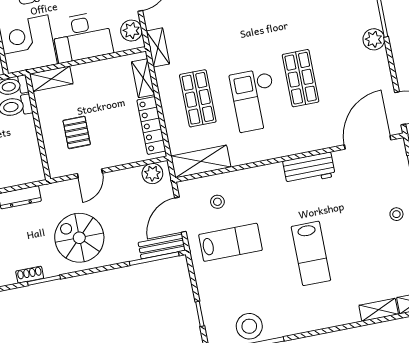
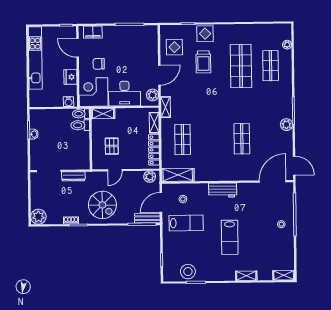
checkout: (255, 100) -> (214, 146), removed
workbench: (309, 169) -> (223, 190), moved
spiral stairs: (79, 238) -> (102, 205), turned 180
shelving: (379, 310) -> (246, 276), moved

